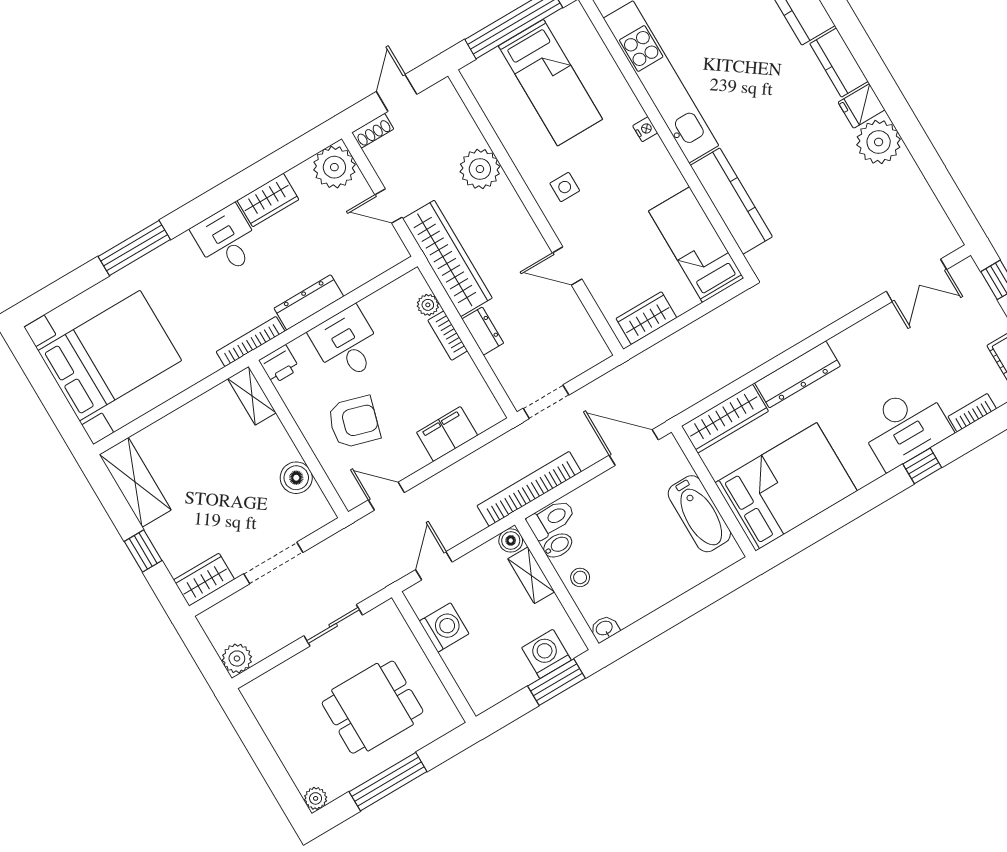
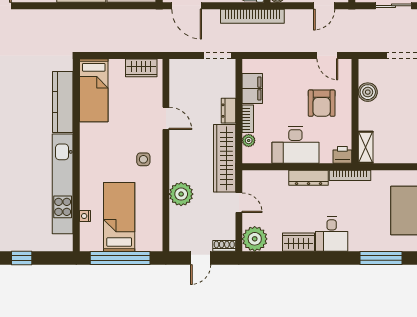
nightstand: (645, 129) -> (85, 216), moved
desk: (347, 344) -> (295, 145), width x1.37
armchair: (354, 422) -> (322, 103), turned -106
filing cabinet: (447, 434) -> (252, 88), moved, turned -90

